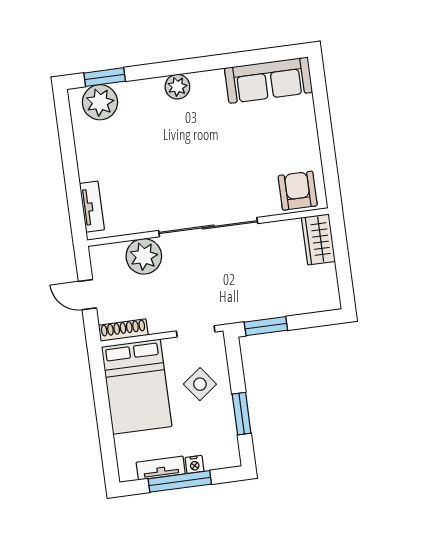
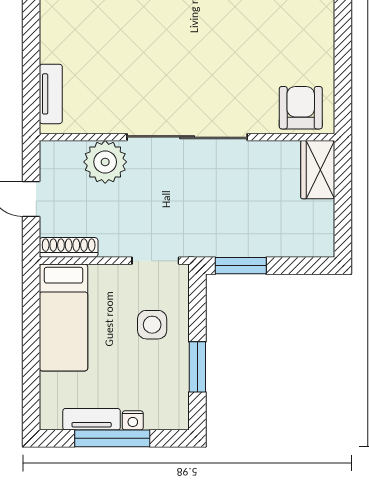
side table: (200, 384) -> (152, 325), turned 37
bed: (137, 387) -> (64, 317), width x0.67

